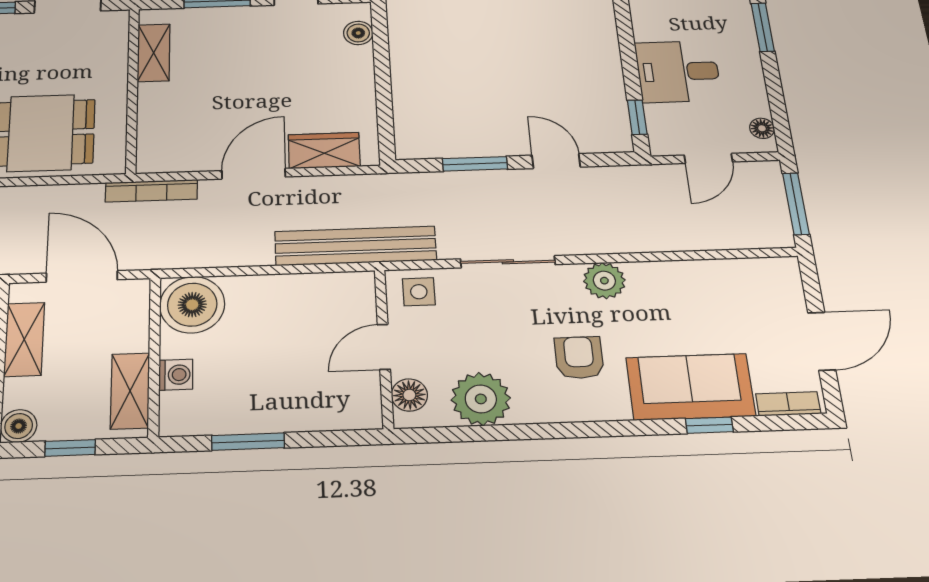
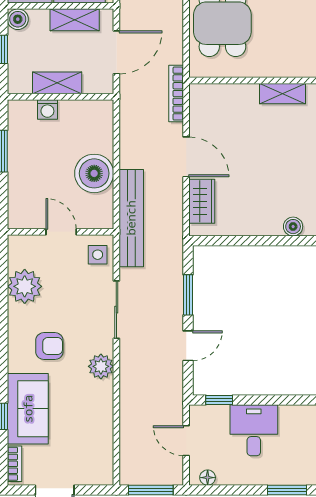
boiler: (192, 305) -> (94, 173), moved
shelving: (130, 391) -> (57, 83), moved
floor lamp: (409, 395) -> (29, 245), removed

